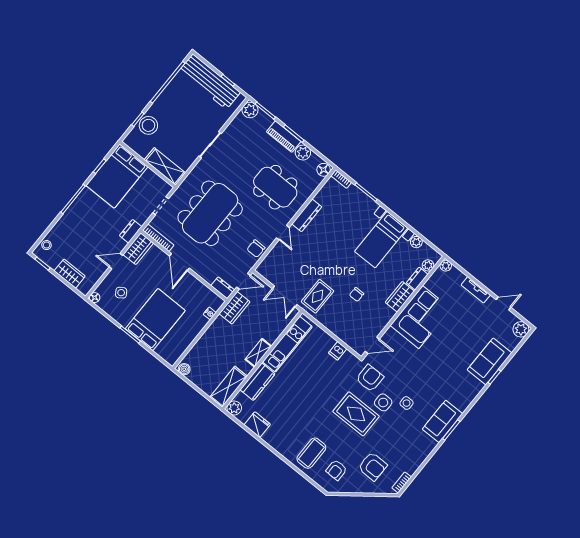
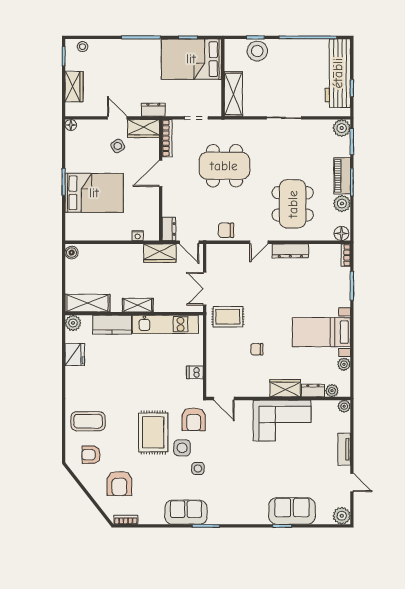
dining table: (210, 213) -> (224, 166), width x0.73, depth x0.80
side table: (121, 293) -> (118, 146), moved
armchair: (370, 378) -> (194, 419), turned 90
sofa: (442, 421) -> (186, 512), moved

